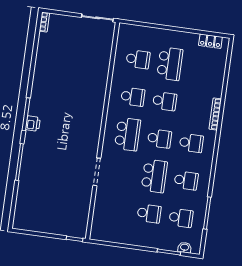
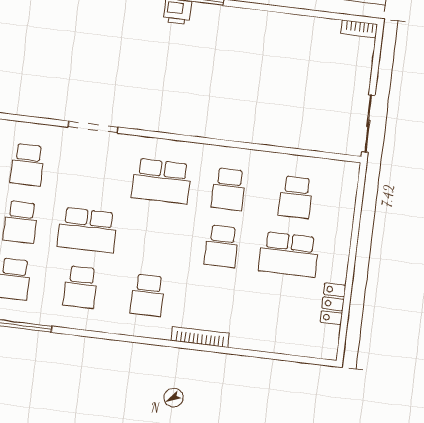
locker: (210, 41) -> (333, 304), moved
school desk: (159, 139) -> (27, 165), moved

